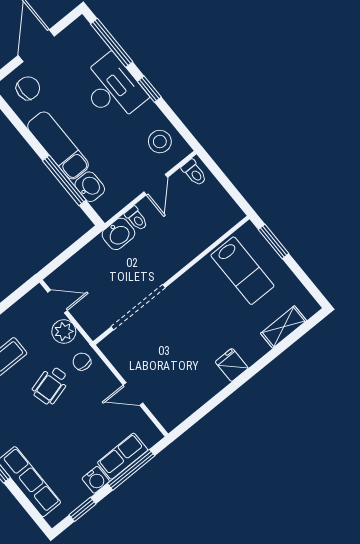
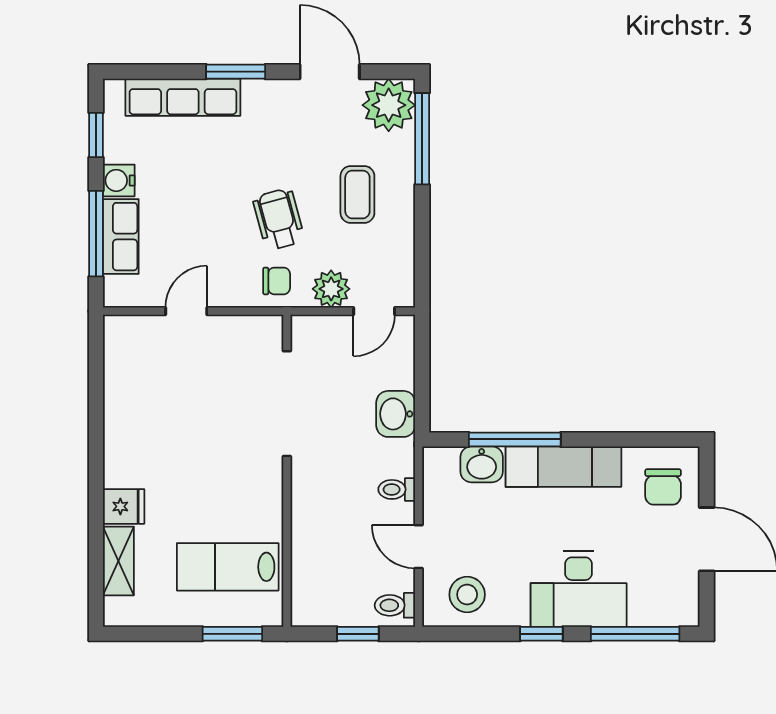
window: (223, 180) -> (358, 634), added
washbasin: (118, 234) -> (396, 414), moved
fridge: (232, 365) -> (124, 506), moved

